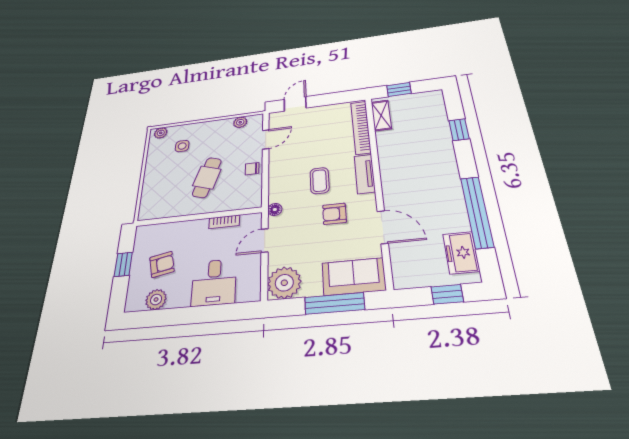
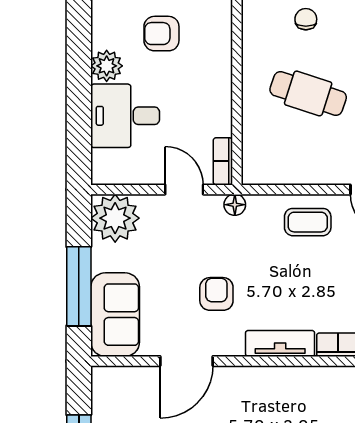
chair: (252, 169) -> (306, 19), moved
coffee table: (320, 181) -> (308, 222), moved
bookcase: (224, 222) -> (223, 161), moved
armchair: (162, 264) -> (161, 34), turned 102
plant: (156, 300) -> (107, 66), moved

